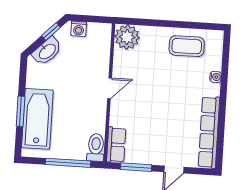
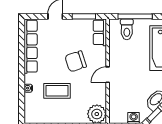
coffee table: (187, 46) -> (57, 91), moved
chair: (151, 109) -> (76, 61), added
toilet: (96, 147) -> (127, 29), moved

